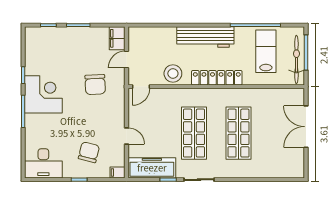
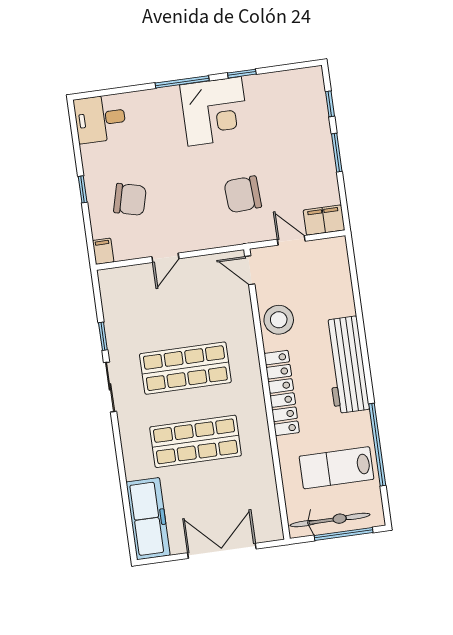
lab bench: (266, 51) -> (336, 468), turned 180
desk: (43, 163) -> (100, 119), width x0.73
freezer: (152, 168) -> (148, 519), moved

